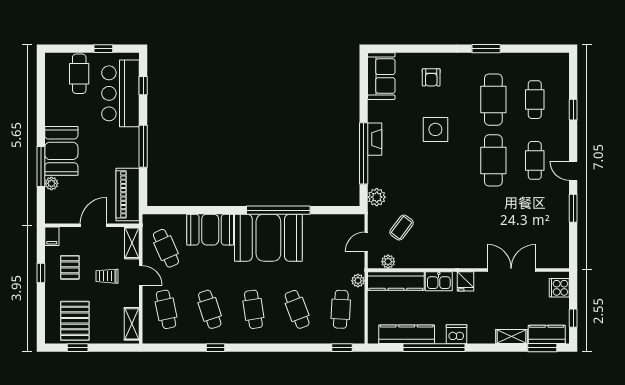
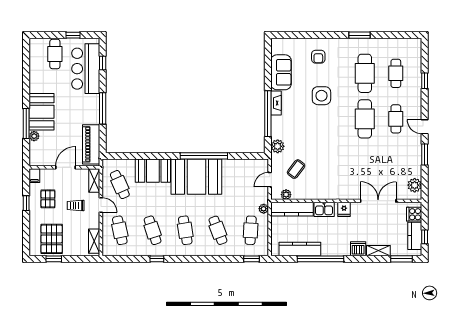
sofa: (381, 76) -> (281, 72), moved
plant: (560, 249) -> (415, 185), added
dishwasher: (456, 334) -> (358, 249), moved
kitchen counter: (547, 334) -> (415, 236), moved, turned -90

